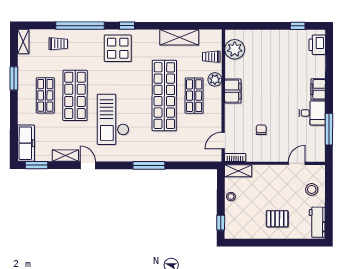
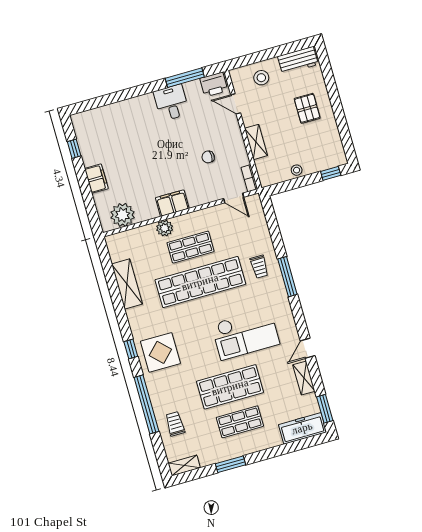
printer: (317, 45) -> (214, 84), moved
trolley: (211, 57) -> (259, 267), moved
filing cabinet: (318, 89) -> (96, 179), moved, turned -90
shelving: (238, 171) -> (256, 142), moved

